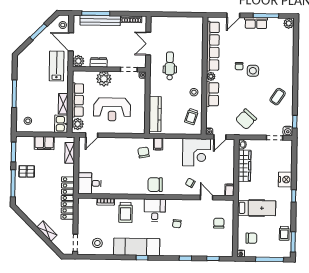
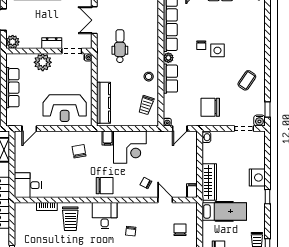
dresser: (99, 62) -> (52, 43), moved
reception desk: (112, 109) -> (65, 108), moved
chair: (246, 119) -> (210, 107), turned 48
plant: (78, 124) -> (13, 116), removed
chair: (144, 152) -> (79, 151), moved
corner desk: (196, 152) -> (130, 147), moved
wardrobe: (244, 166) -> (209, 182), moved
chair: (155, 185) -> (105, 186), turned 180

